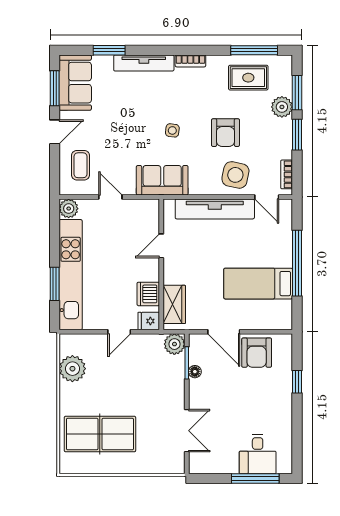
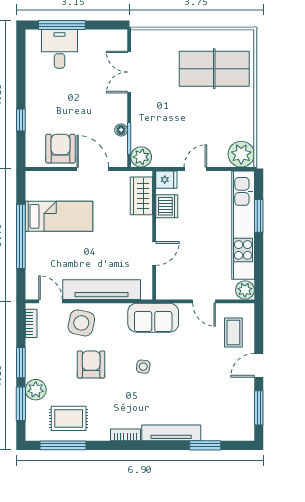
sofa: (75, 83) -> (239, 414), removed
plant: (72, 369) -> (241, 154), moved

